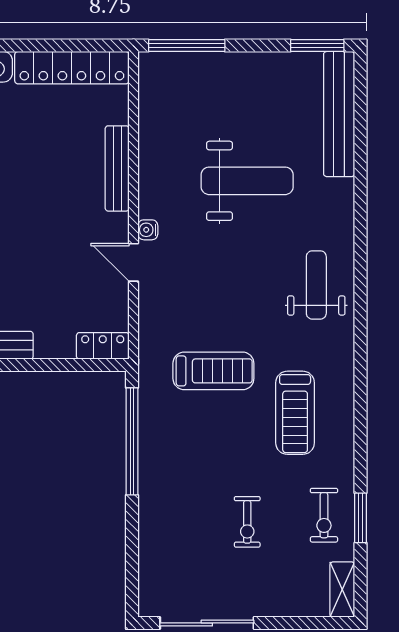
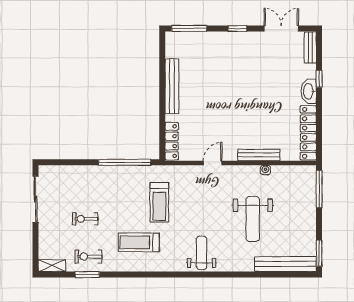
water cooler: (148, 230) -> (265, 170), moved
weight bench: (316, 285) -> (202, 253), turned -90
locker: (103, 346) -> (172, 141), width x1.53

